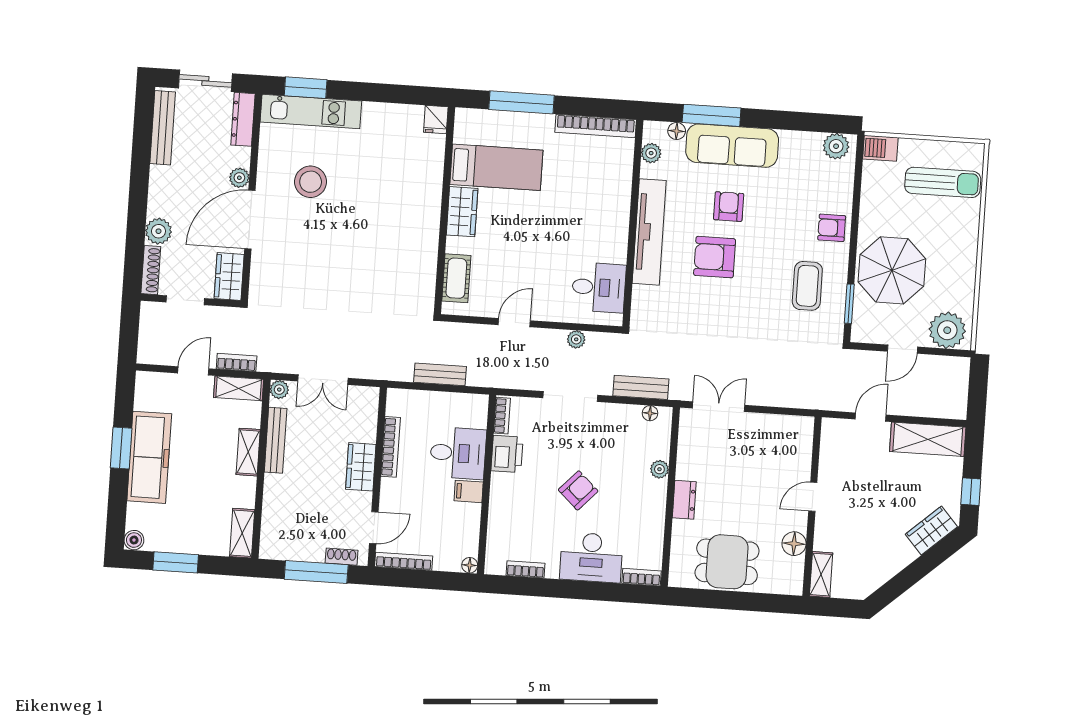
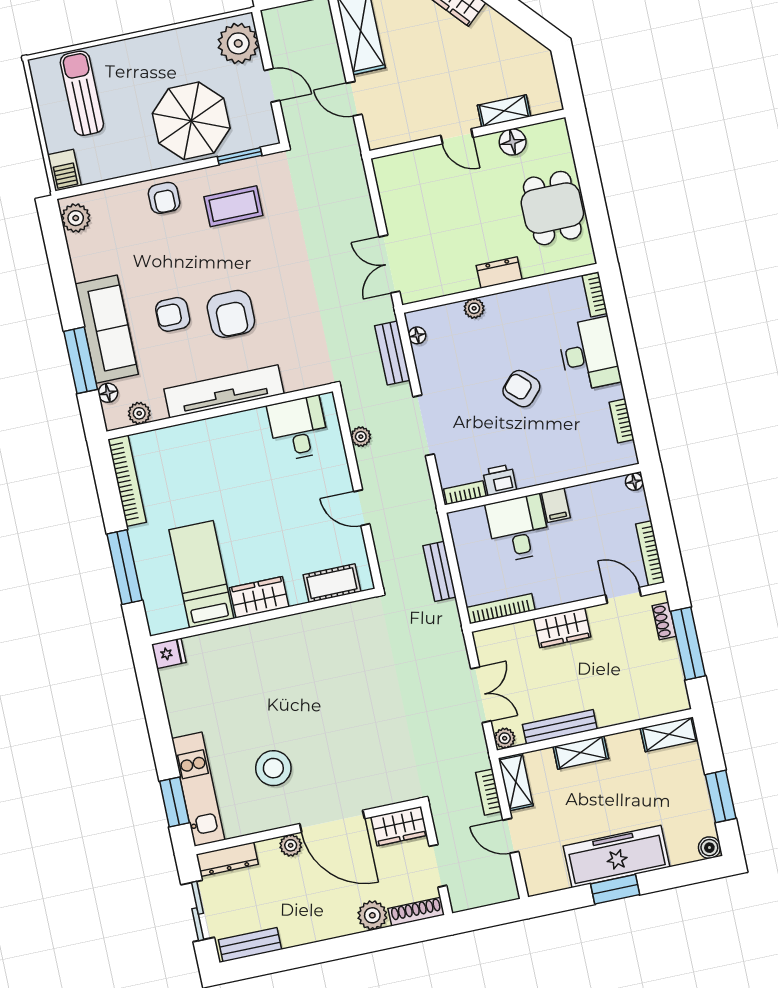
bench: (163, 128) -> (250, 945), width x0.73
bookcase: (391, 447) -> (501, 609), moved
printer: (507, 454) -> (500, 480), width x0.73, depth x0.81
shelving: (821, 575) -> (504, 111), moved

